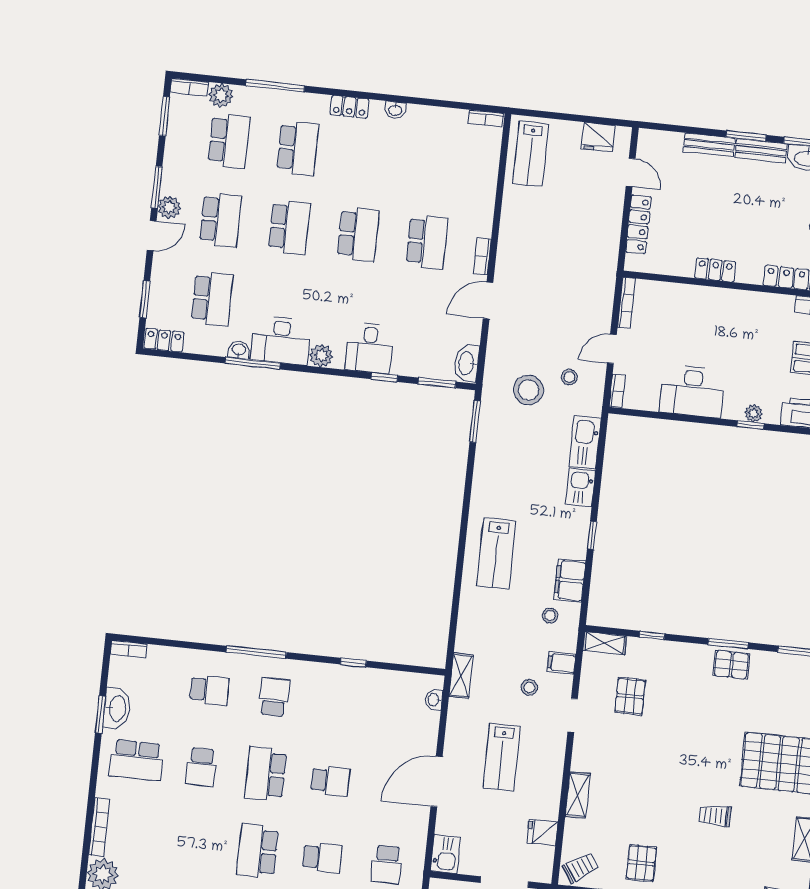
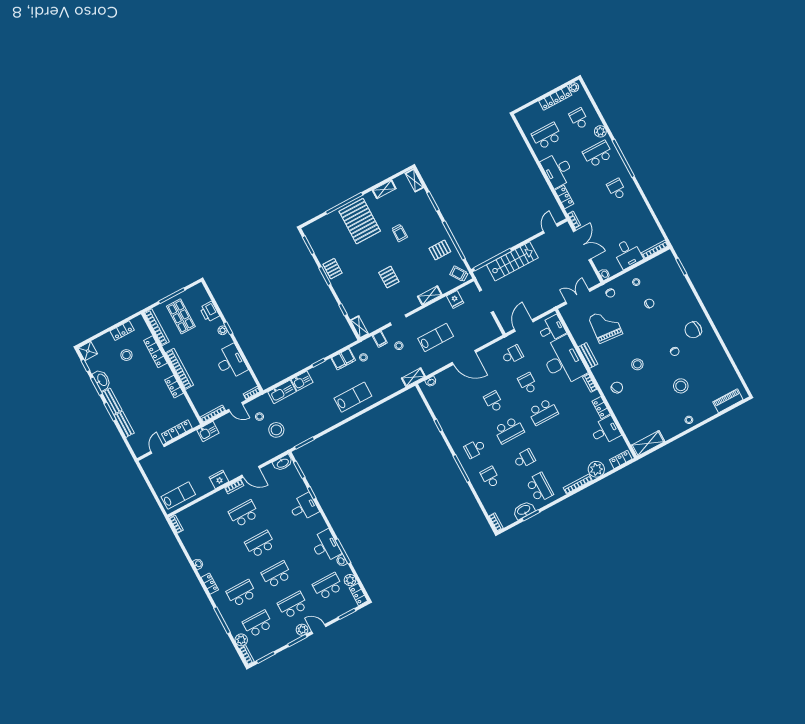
fridge: (598, 137) -> (219, 479), moved, turned -90
bookcase: (738, 299) -> (180, 369), added
plant: (321, 356) -> (350, 580), moved
pallet: (630, 696) -> (389, 277), moved, turned 90
kitchen sink: (446, 854) -> (208, 431), moved, turned 180

